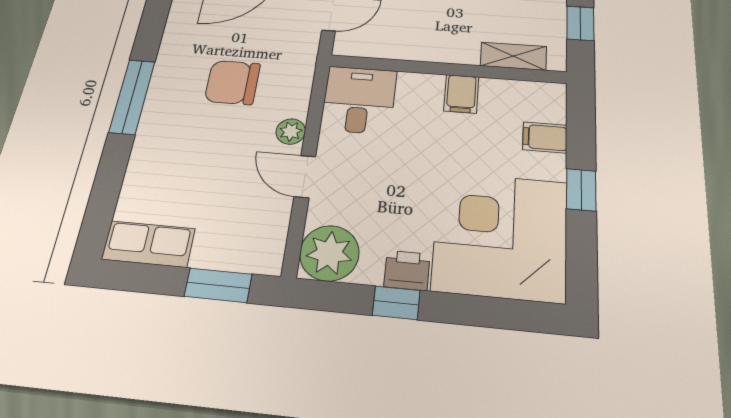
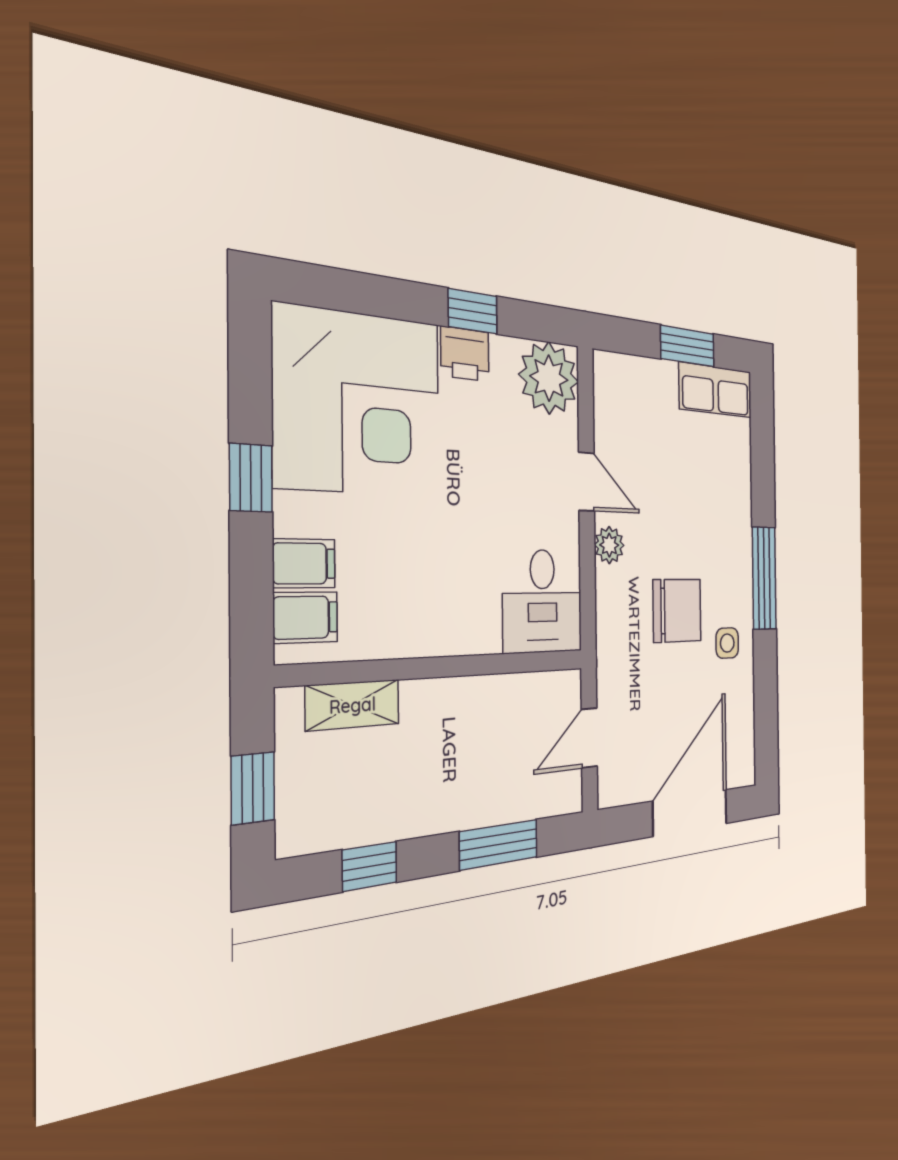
side table: (186, 56) -> (727, 643), added
filing cabinet: (461, 94) -> (305, 617), moved, turned 90
window: (218, 285) -> (688, 346), moved

